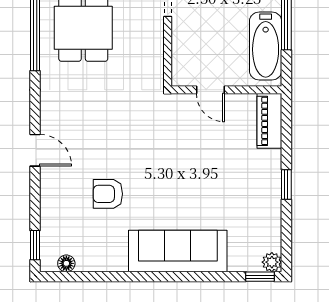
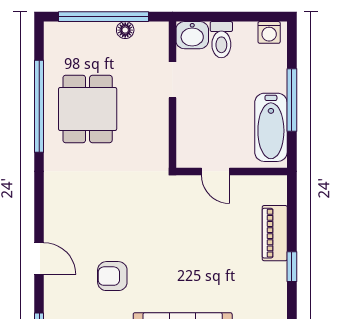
piano: (269, 121) -> (275, 233), moved
door: (35, 150) -> (39, 259), moved

